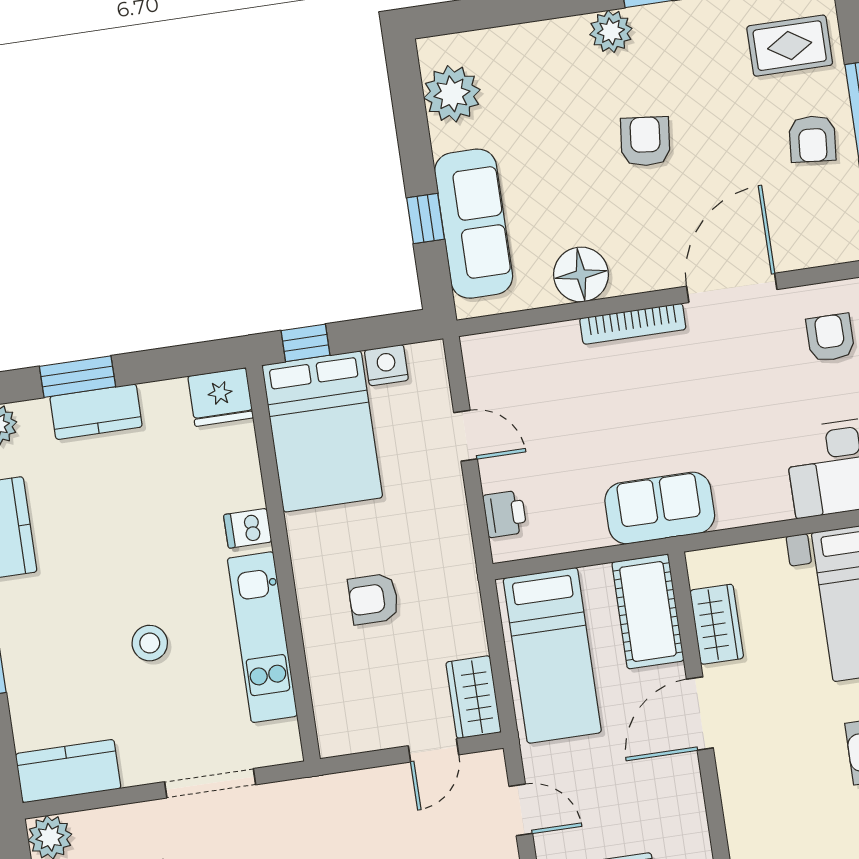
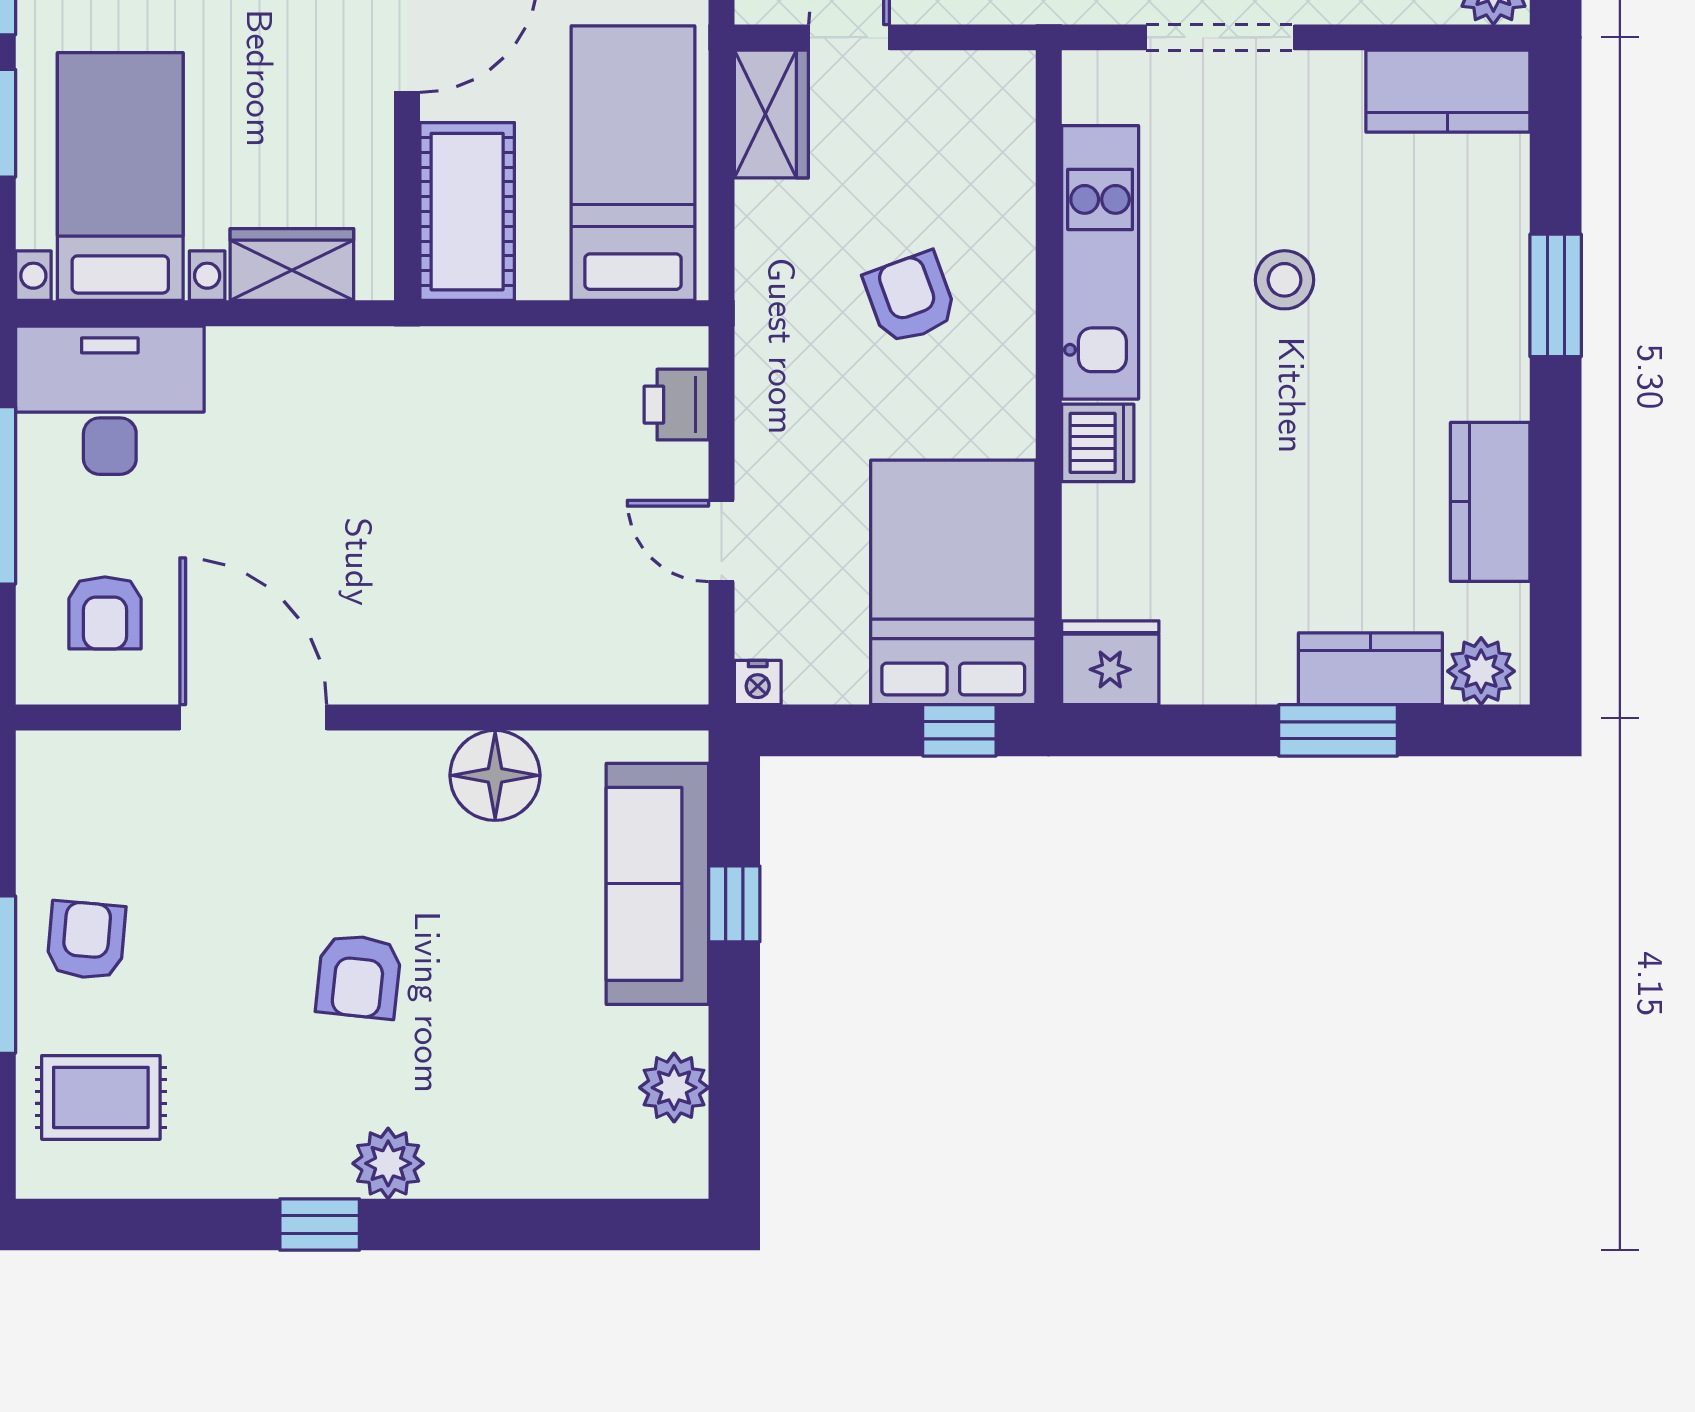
plant: (452, 94) -> (674, 1088), width x0.73, depth x0.73
door: (732, 288) -> (253, 718), swing flipped
bookcase: (633, 324) -> (423, 683), removed
nightstand: (386, 365) -> (758, 683), moved, width x0.72, depth x0.74
kitchen counter: (96, 412) -> (1370, 669), moved
sofa: (660, 508) -> (423, 377), removed
dishwasher: (248, 528) -> (1098, 443), width x1.38
armchair: (373, 599) -> (910, 298), turned -110
wardrobe: (717, 624) -> (292, 265), moved, turned 90

